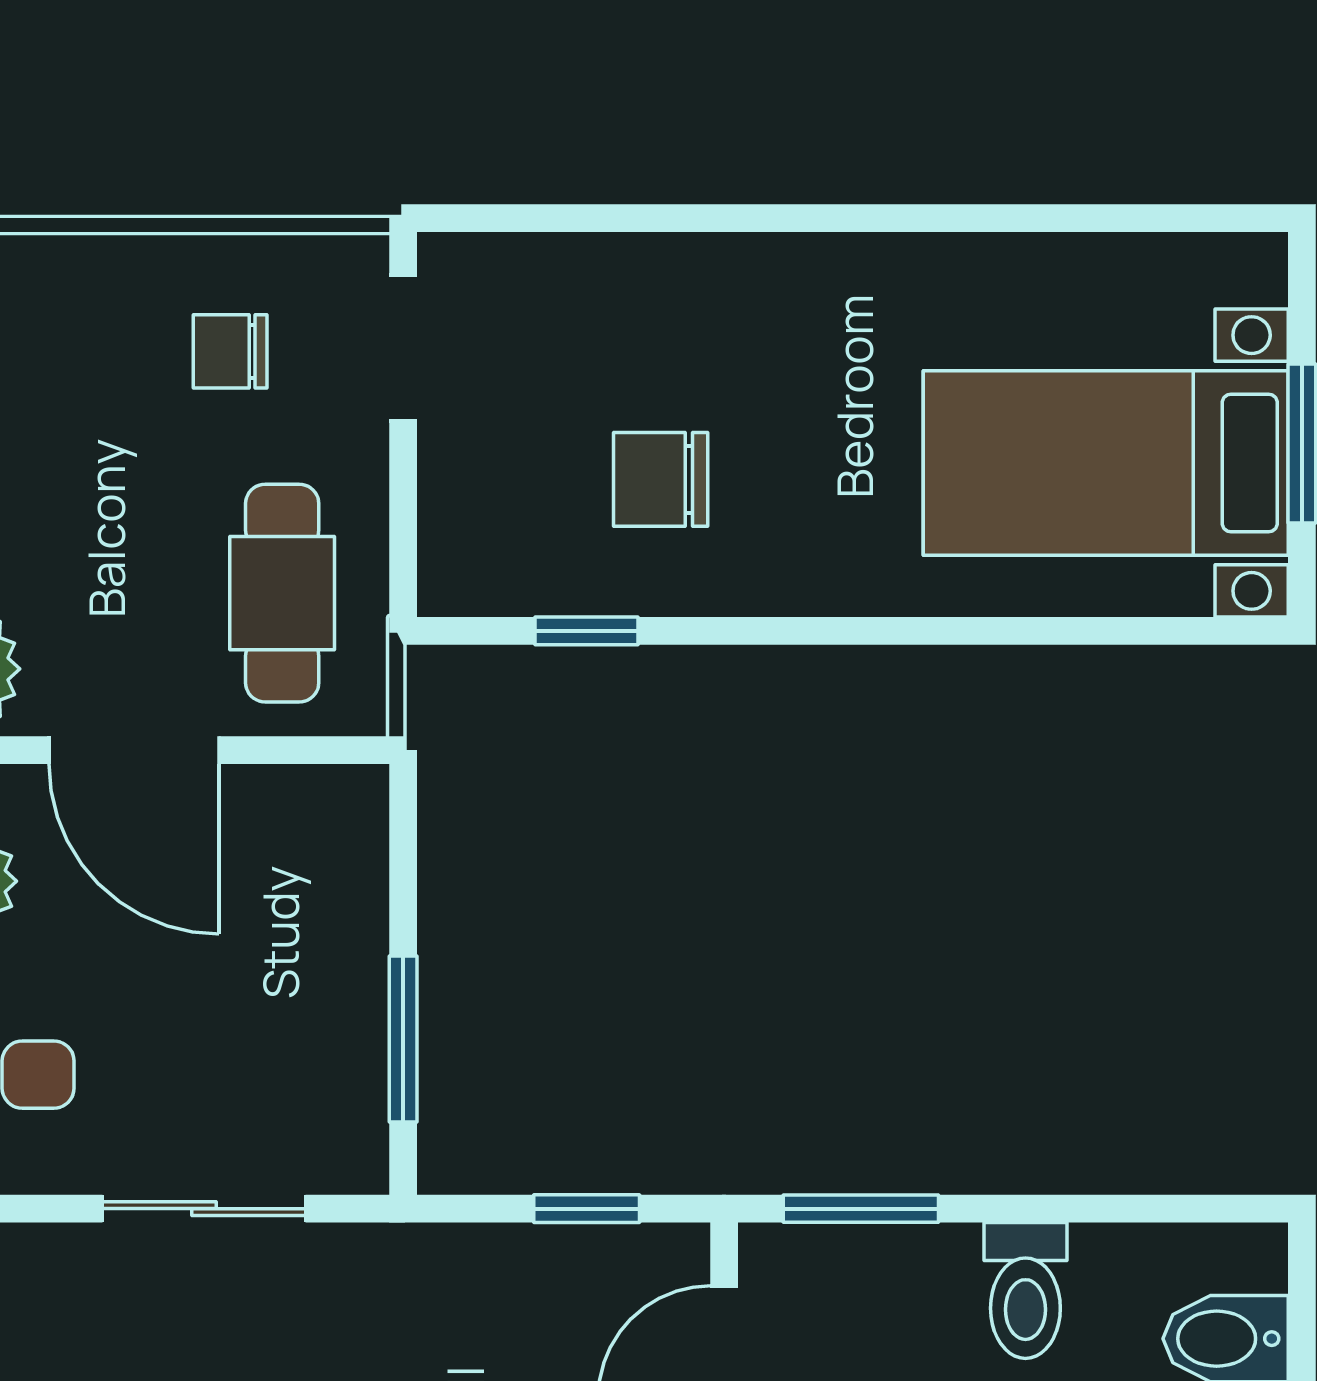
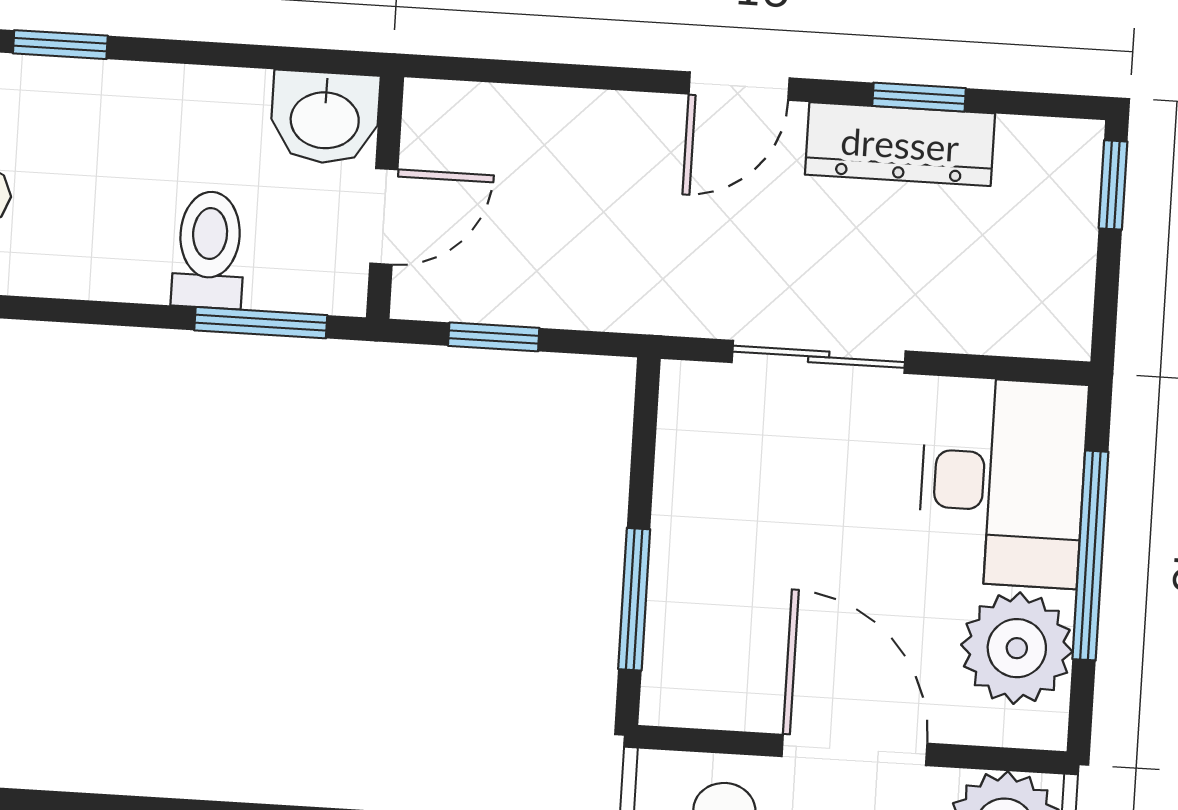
window: (403, 1039) -> (634, 599), moved
toilet: (1025, 1290) -> (209, 250), moved

